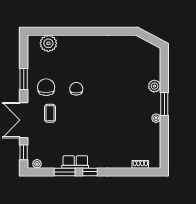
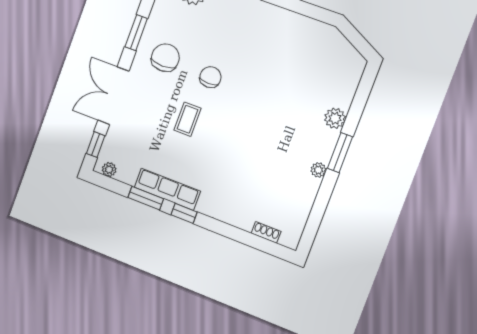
coffee table: (50, 113) -> (187, 119), moved
row of seats: (75, 162) -> (167, 189), width x1.48

